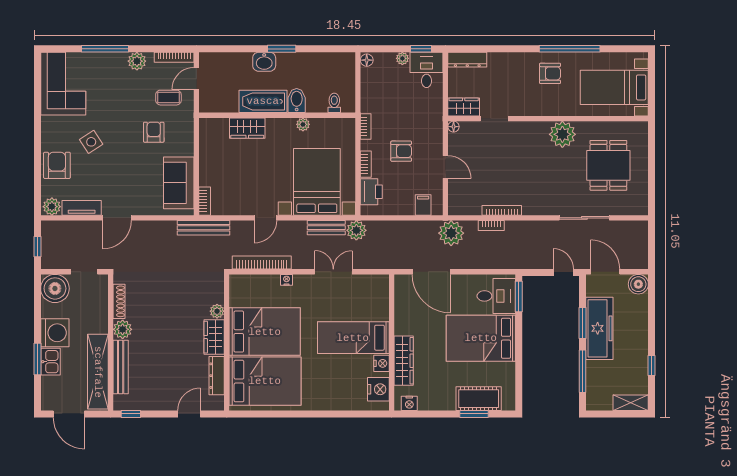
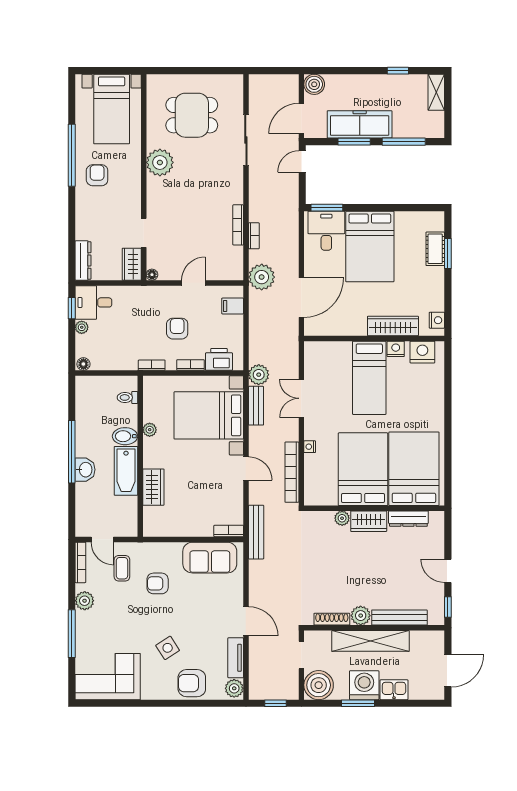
window: (282, 49) -> (72, 452), width x2.11
window: (37, 359) -> (358, 703), moved
shelving: (98, 372) -> (370, 641), moved
cot: (479, 399) -> (435, 249), width x0.73, depth x0.75
door: (189, 414) -> (448, 571), moved

